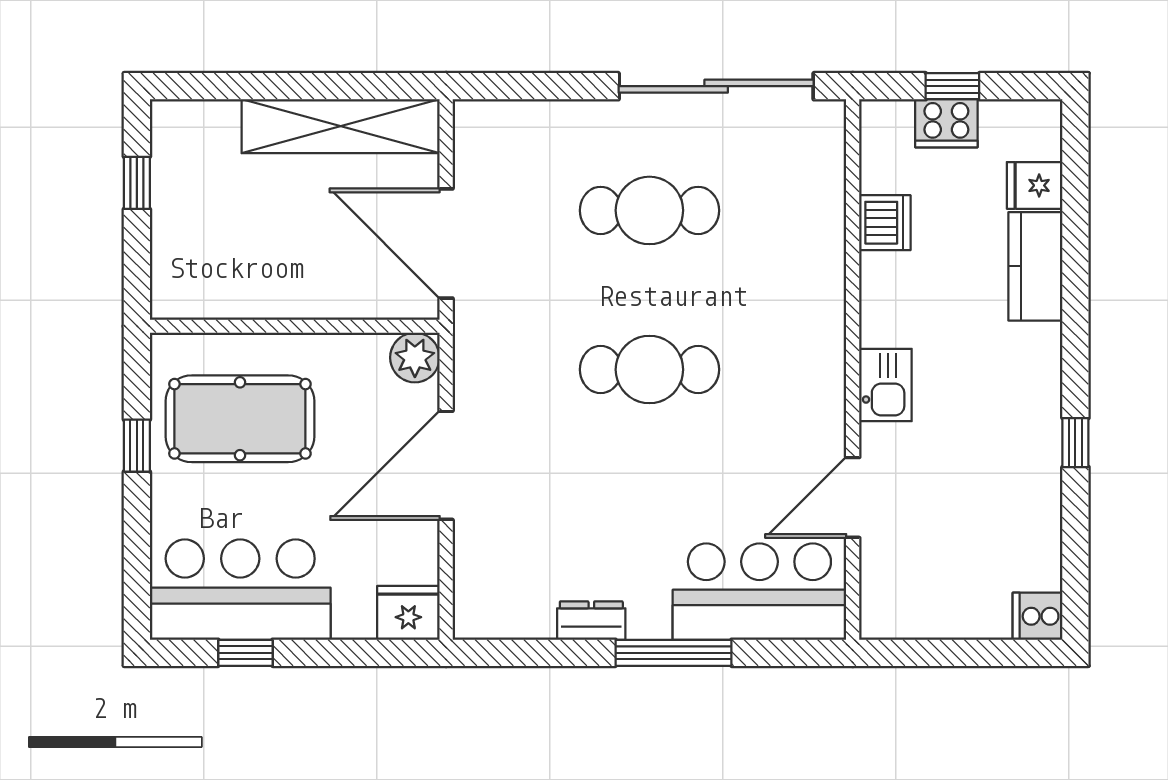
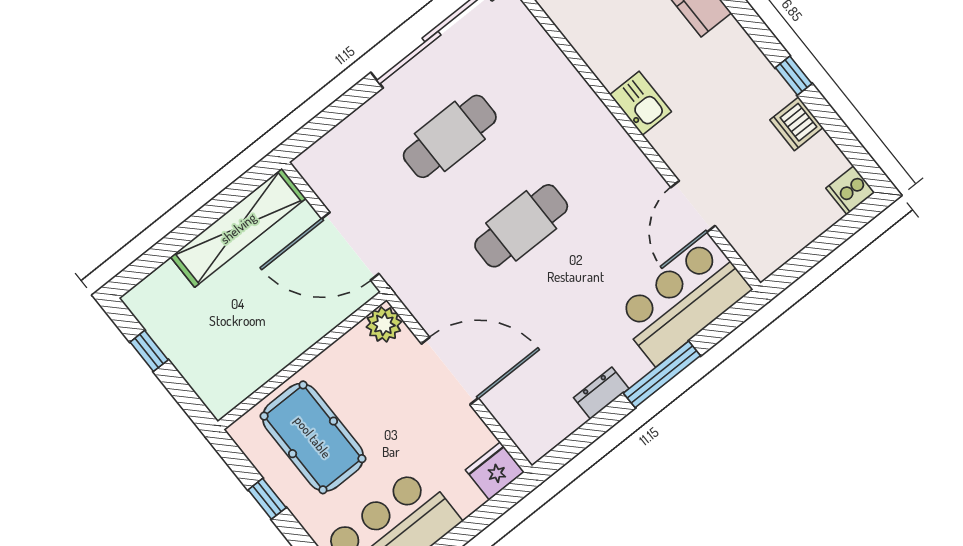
dishwasher: (885, 223) -> (796, 124), moved, turned 180
kitchen sink: (885, 385) -> (641, 103), moved
pool table: (240, 419) -> (313, 437), turned 90
door: (446, 465) -> (450, 371), swing flipped

